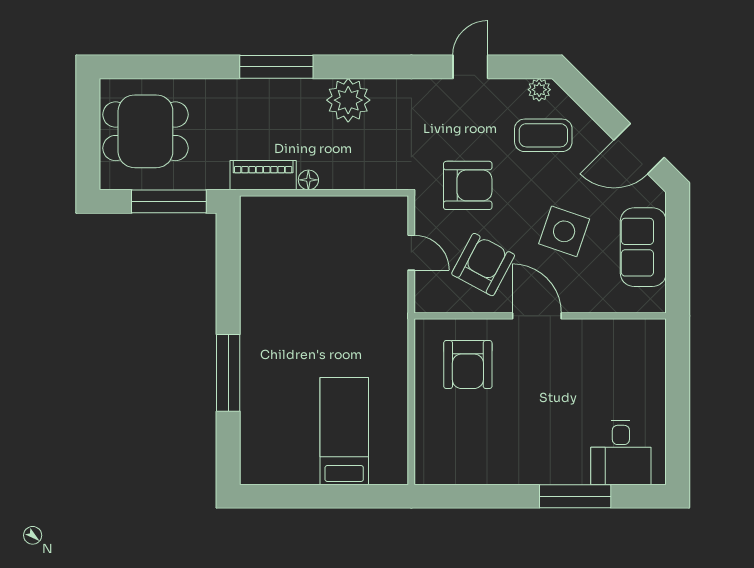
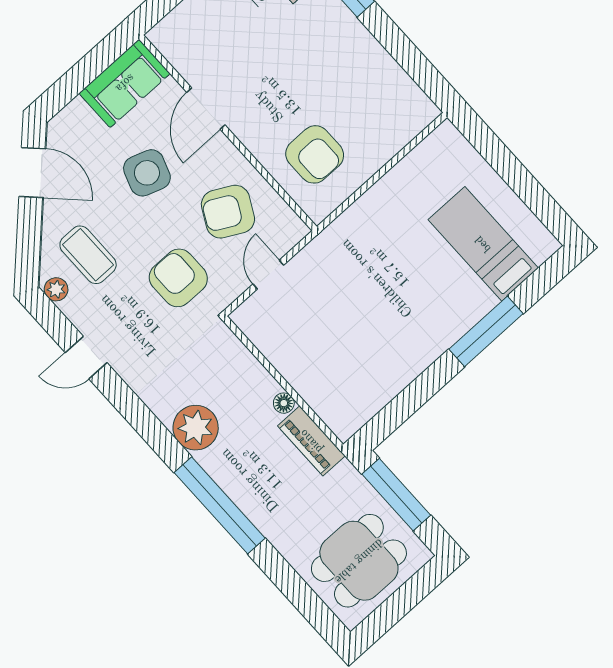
window: (276, 67) -> (220, 505), width x1.46
dining table: (145, 131) -> (359, 561), turned 90
sofa: (643, 247) -> (125, 83), moved
door: (537, 316) -> (206, 109), moved
armchair: (468, 365) -> (315, 154), turned 90
bed: (344, 431) -> (483, 244), moved, turned 90

